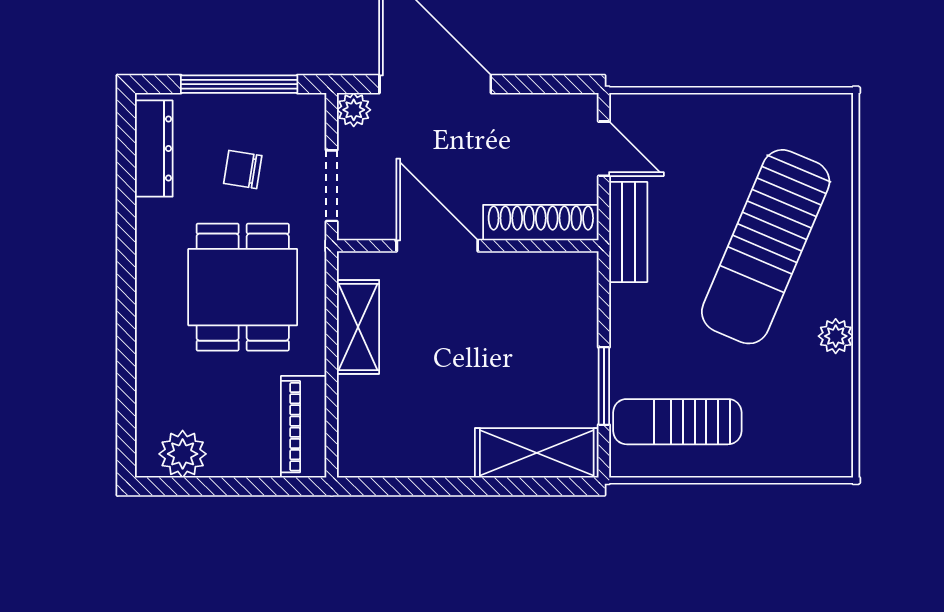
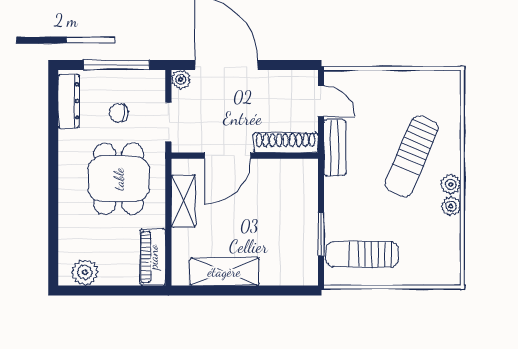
door: (437, 246) -> (228, 156), swing flipped
sun lounger: (766, 247) -> (412, 156), width x0.73, depth x0.75
plant: (835, 297) -> (451, 184), added
shelving: (537, 453) -> (224, 272), moved

